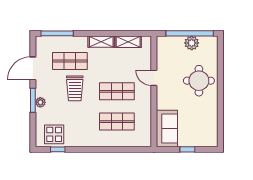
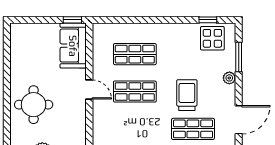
door: (154, 78) -> (89, 89), moved
window: (33, 100) -> (239, 57), moved
window: (187, 149) -> (72, 20), moved

